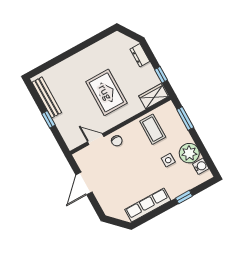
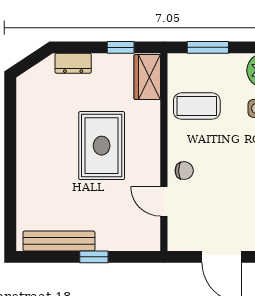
rug: (106, 92) -> (102, 146), turned 90
door: (96, 139) -> (164, 201), hinge flipped

